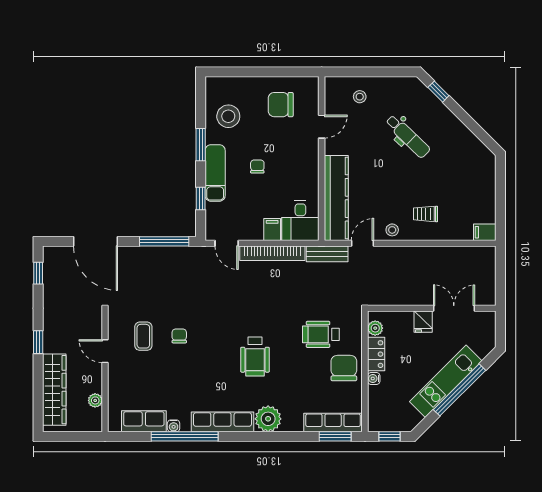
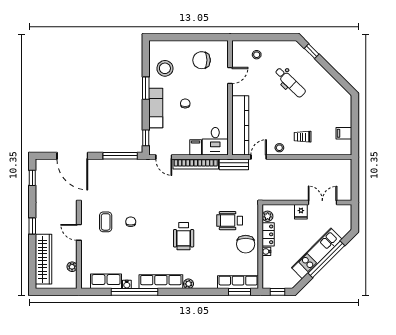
window: (201, 198) -> (146, 138), moved
filing cabinet: (485, 232) -> (344, 133), moved
chair: (344, 368) -> (246, 244), turned 180
plant: (268, 419) -> (188, 284), width x0.53, depth x0.53

